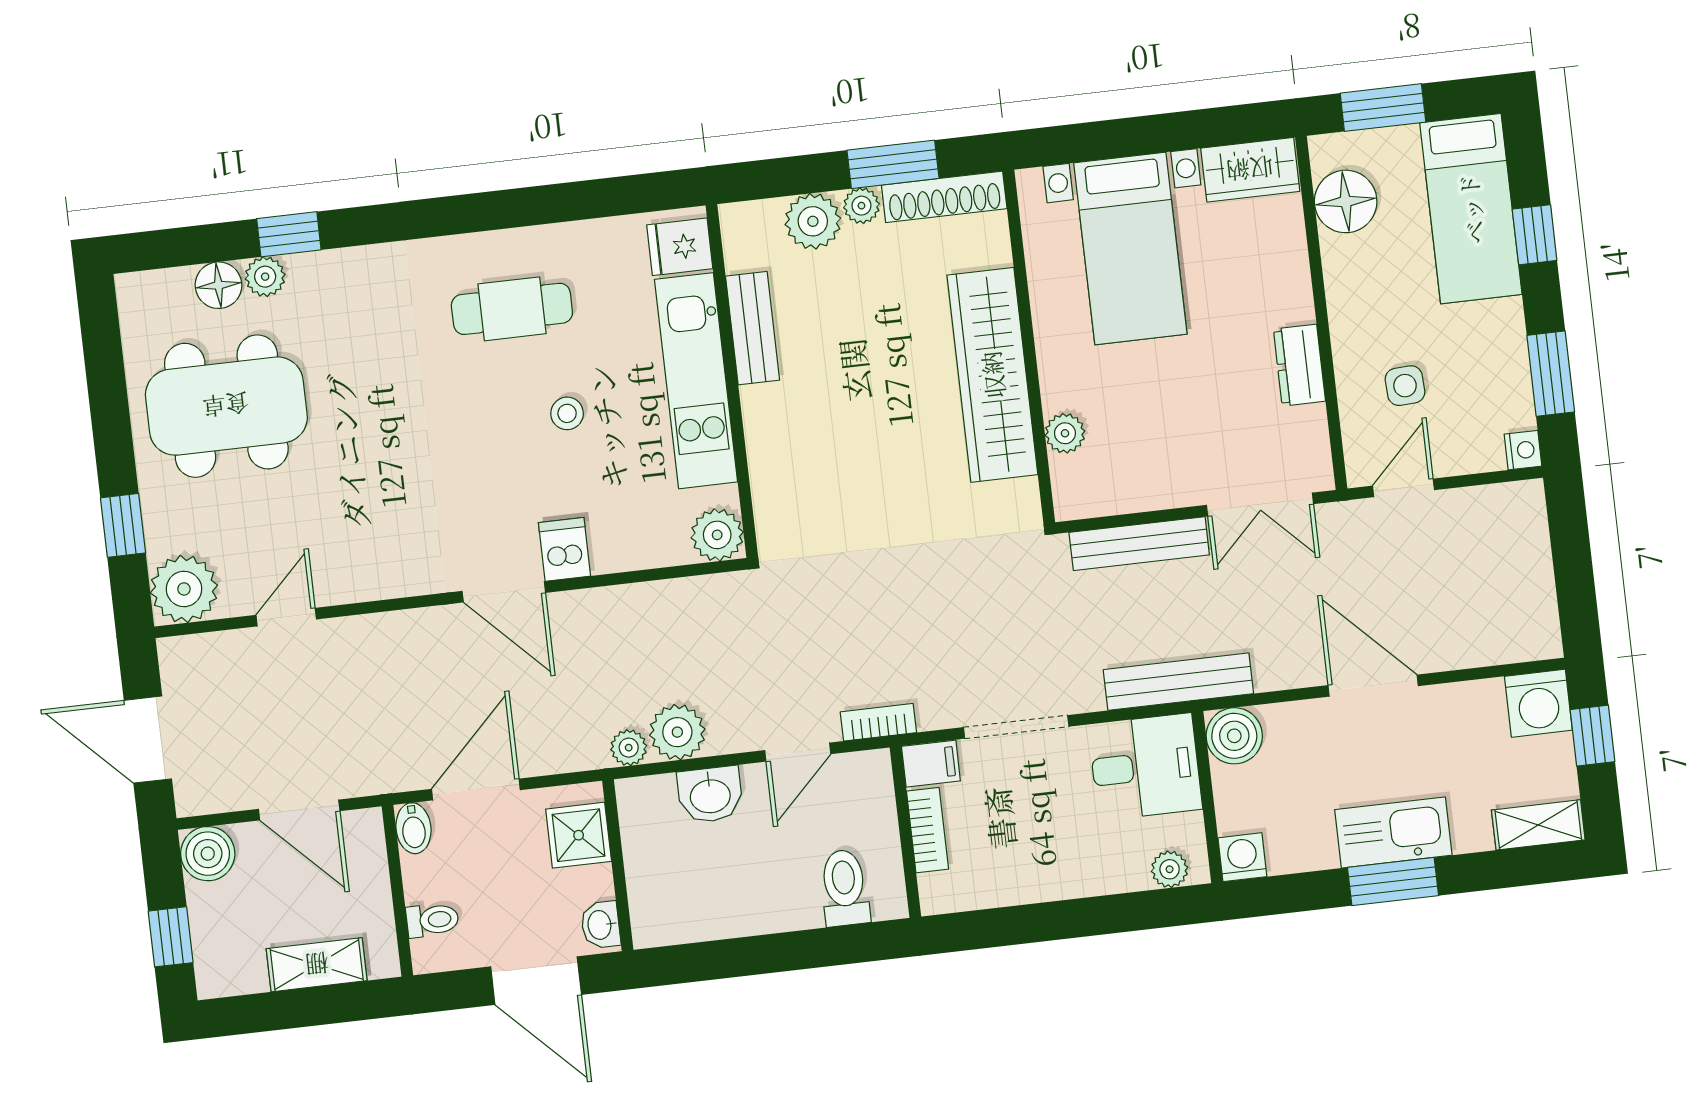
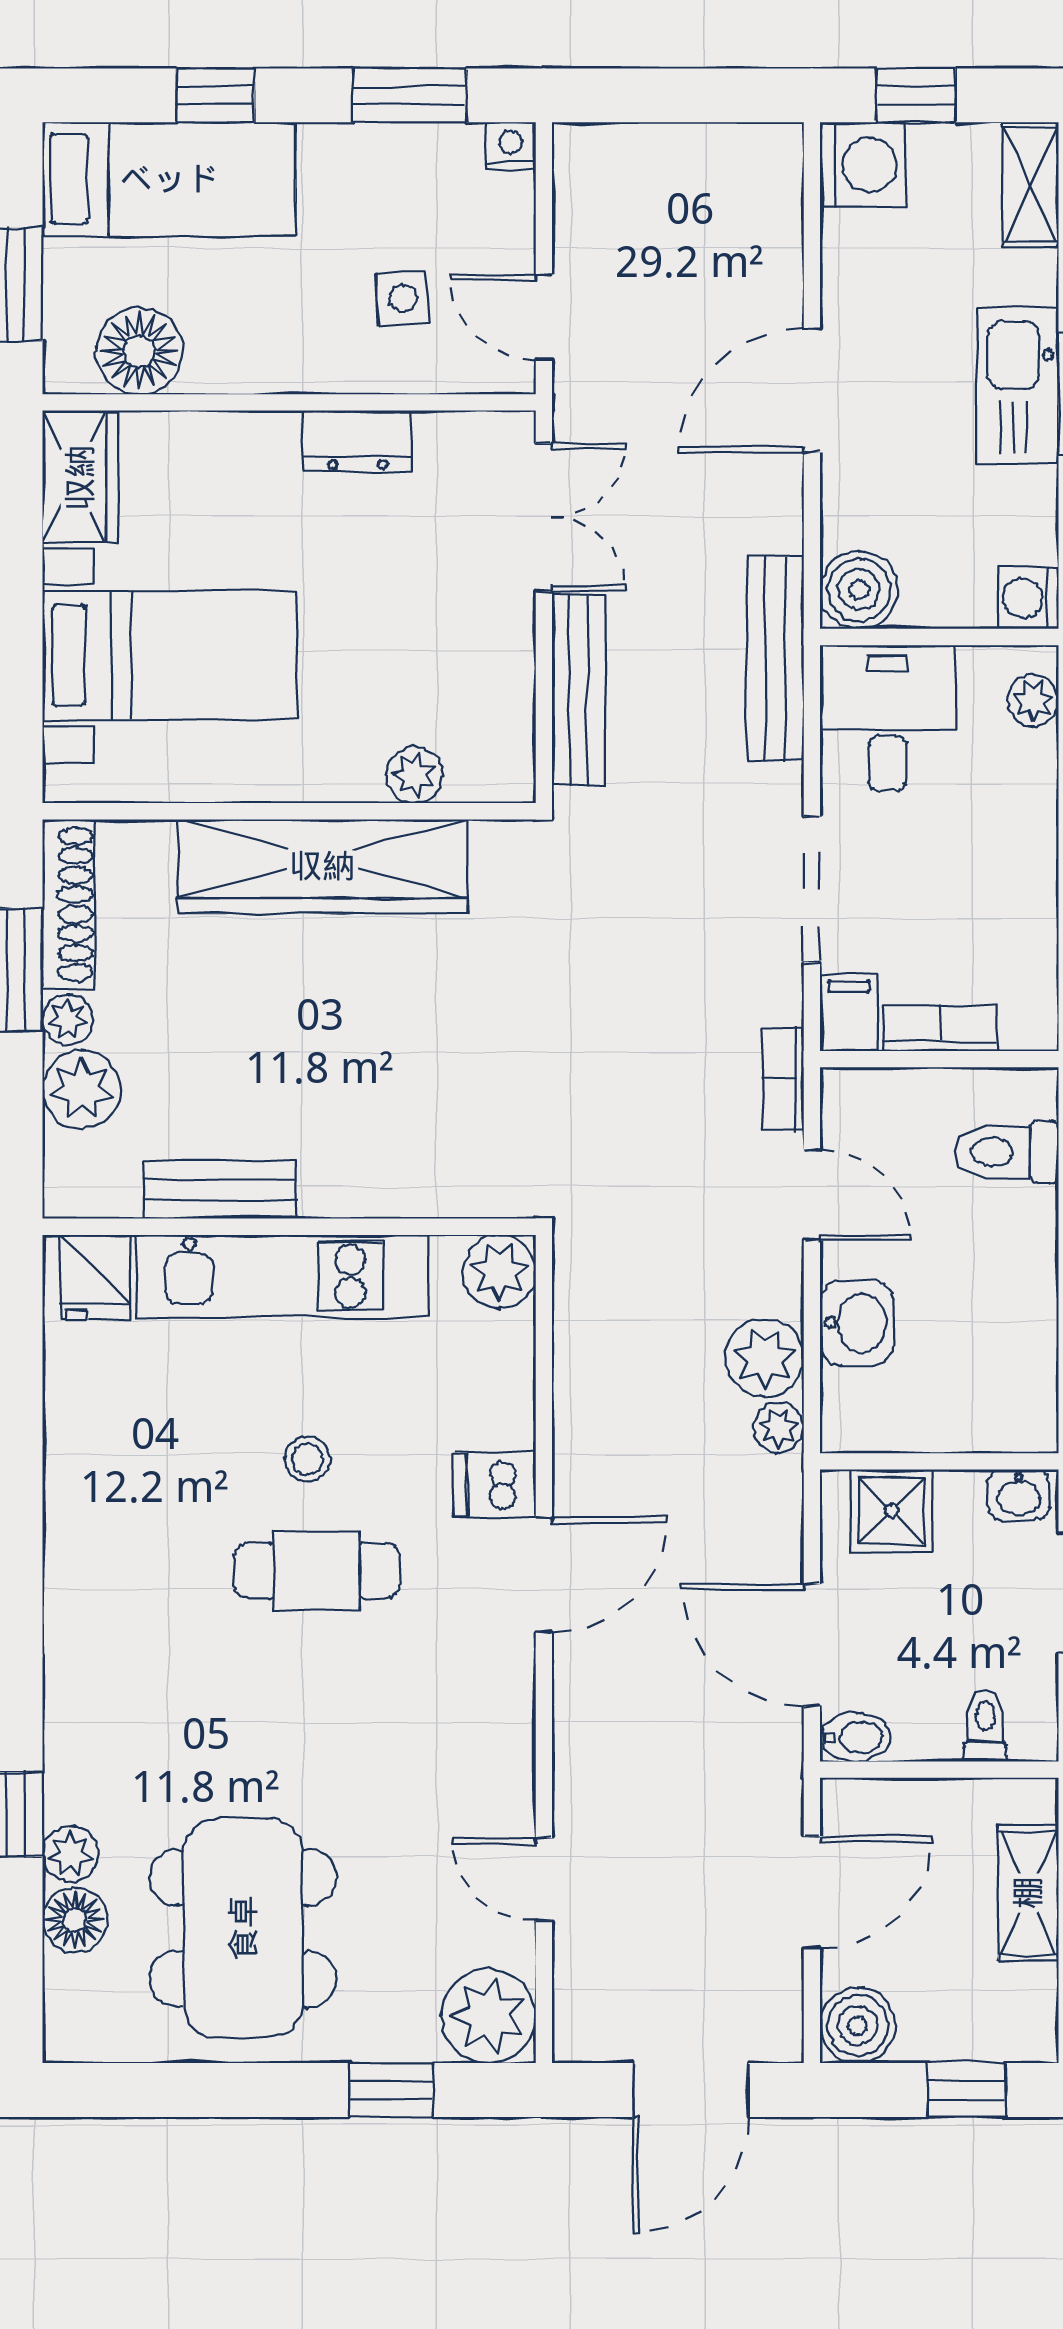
cafe table: (512, 309) -> (317, 1571), moved, turned 90

